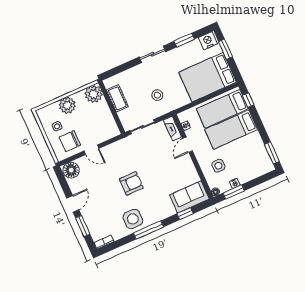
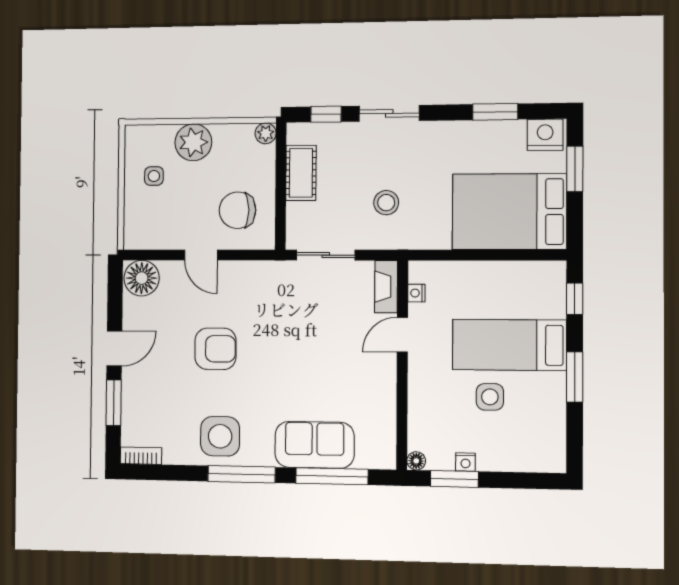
sliding door: (152, 54) -> (389, 113), moved
window: (117, 70) -> (326, 114), added
plant: (94, 94) -> (266, 133), width x0.53, depth x0.53
bed: (222, 109) -> (510, 293), removed
chair: (70, 141) -> (238, 210), moved
window: (272, 153) -> (575, 377), moved
side table: (218, 166) -> (490, 397), moved
armchair: (131, 183) -> (215, 349), moved
sofa: (189, 197) -> (315, 445), moved
window: (185, 214) -> (332, 476), width x2.17

